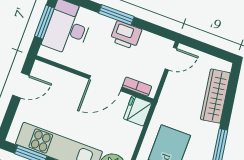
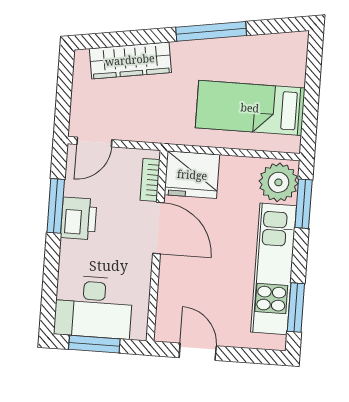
window: (116, 15) -> (56, 206), moved
door: (171, 59) -> (94, 142), swing flipped
fridge: (138, 111) -> (192, 175), width x1.36, depth x1.34

